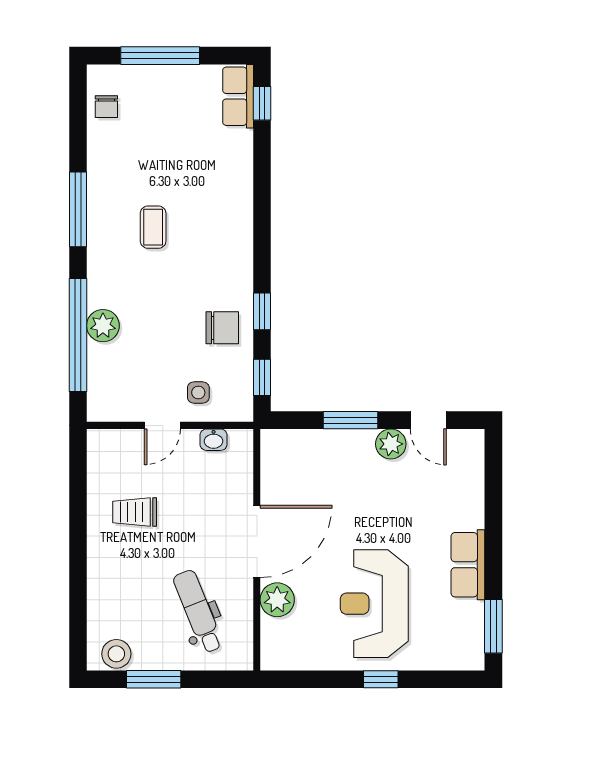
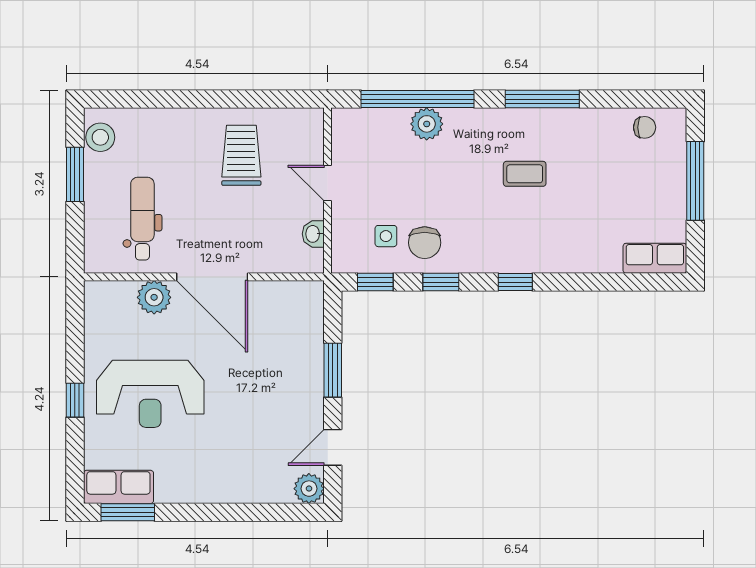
window: (262, 103) -> (515, 282), moved
chair: (106, 107) -> (645, 127), turned 180
side table: (198, 393) -> (386, 236), moved
plant: (391, 444) -> (309, 489), moved
trolley: (135, 512) -> (241, 155), width x1.36, depth x1.39
row of seats: (468, 565) -> (118, 487), moved
reception desk: (374, 604) -> (150, 394), turned 180
dental chair: (198, 611) -> (142, 219), turned -68

